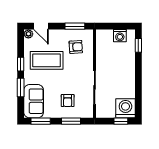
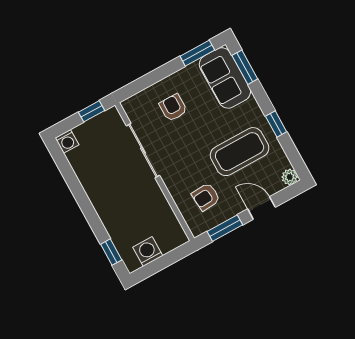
door: (41, 26) -> (261, 208), moved
window: (21, 88) -> (245, 67), moved
washing machine: (125, 108) -> (67, 141), width x0.53, depth x0.53
window: (71, 121) -> (151, 79), removed
window: (121, 121) -> (91, 111), moved

